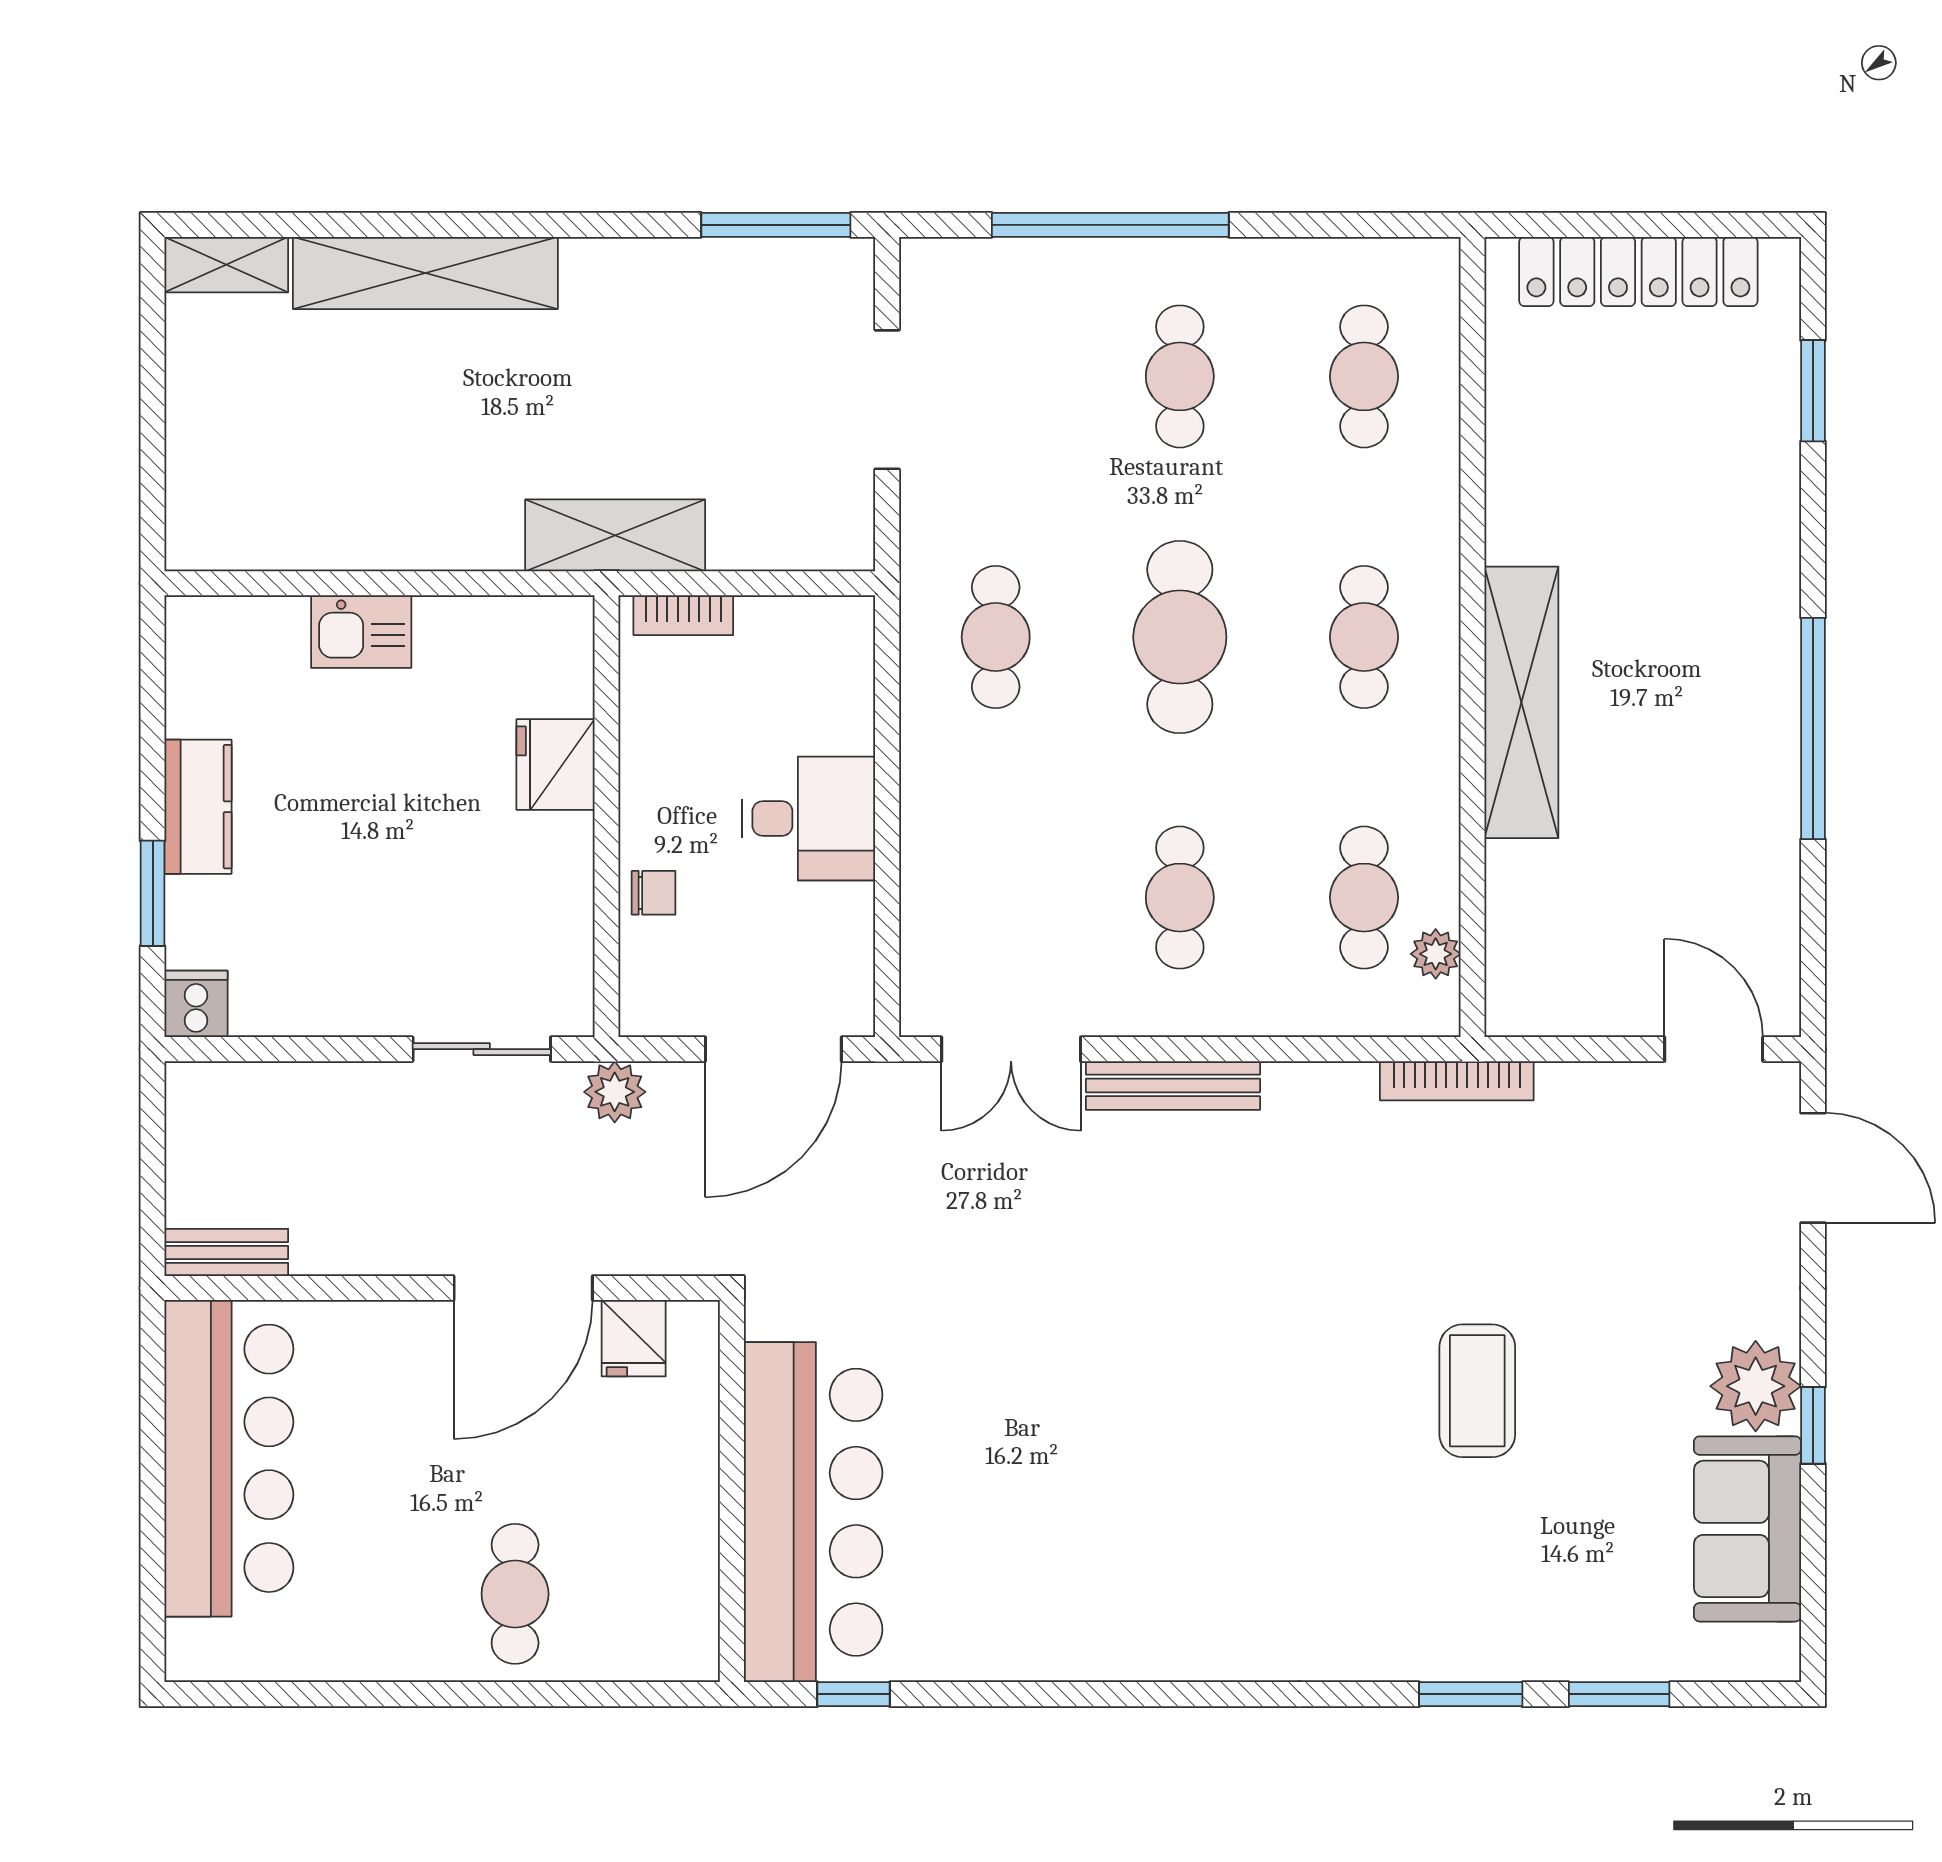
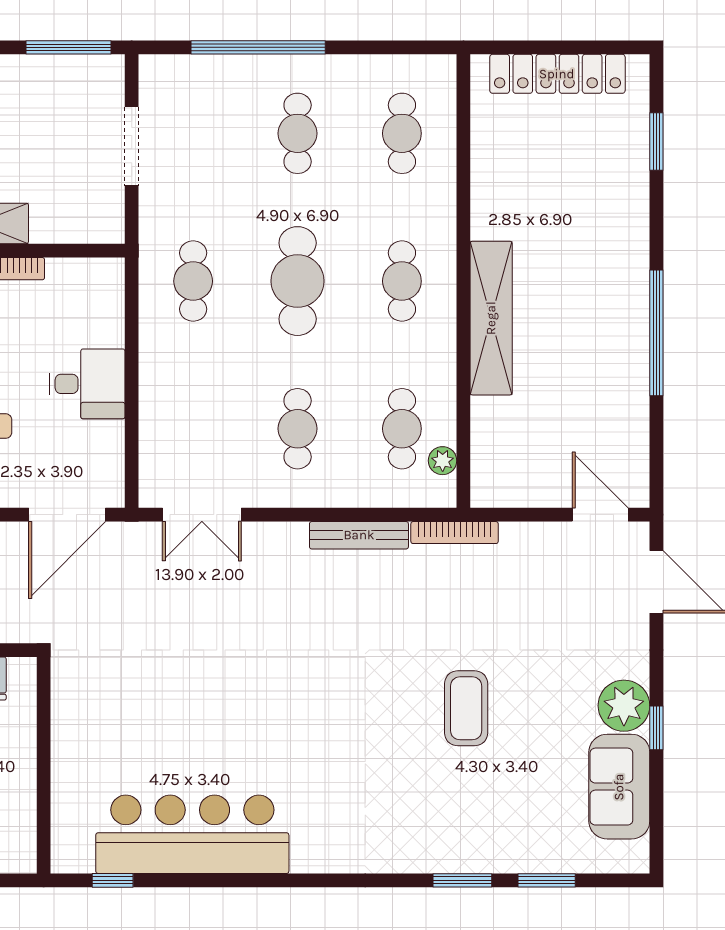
bench: (1173, 1085) -> (359, 535), moved
bar counter: (813, 1512) -> (192, 834), moved, turned -90

